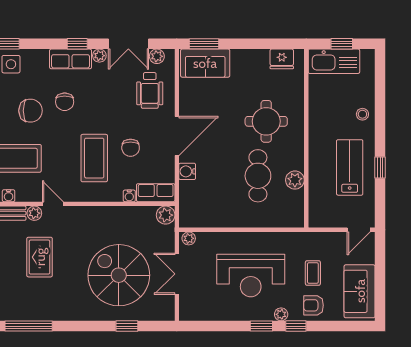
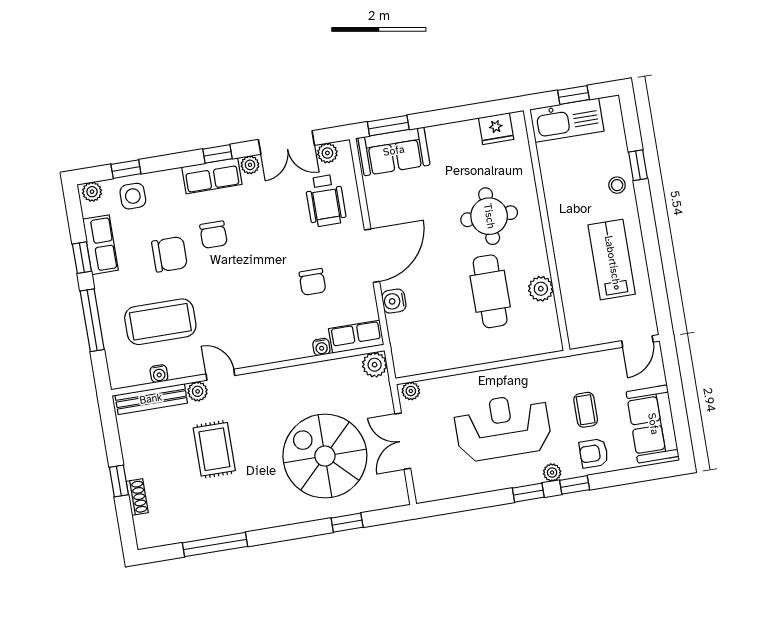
coffee table: (94, 158) -> (266, 304), removed
window: (380, 167) -> (638, 165), moved
reception desk: (251, 276) -> (503, 427), turned 180

